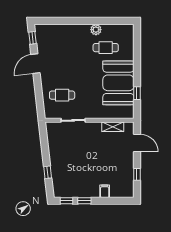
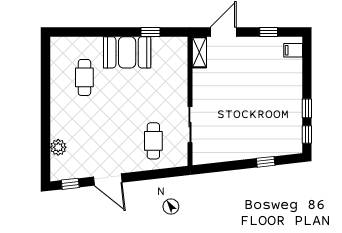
plant: (96, 30) -> (58, 147), moved
booth: (118, 83) -> (127, 52), width x0.73, depth x0.70
shelving: (113, 127) -> (199, 52), moved
filing cabinet: (105, 191) -> (293, 50), moved

